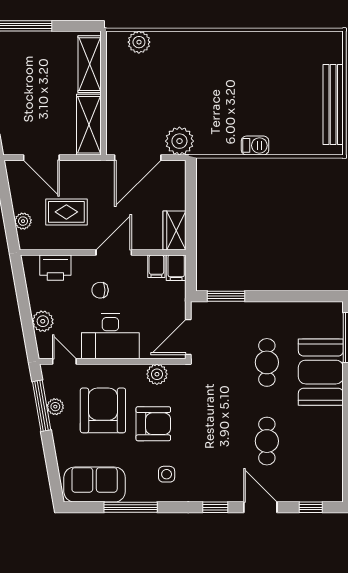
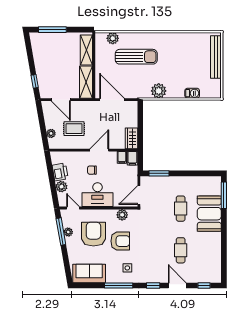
sun lounger: (183, 77) -> (136, 57), added
bench: (333, 104) -> (216, 57), moved
plant: (179, 141) -> (159, 91), moved
barbecue: (255, 145) -> (192, 93), moved
door: (138, 158) -> (112, 100), swing flipped
printer: (55, 268) -> (60, 172), moved, turned -100
window: (131, 507) -> (119, 285), moved

